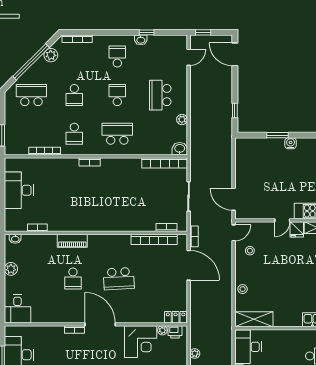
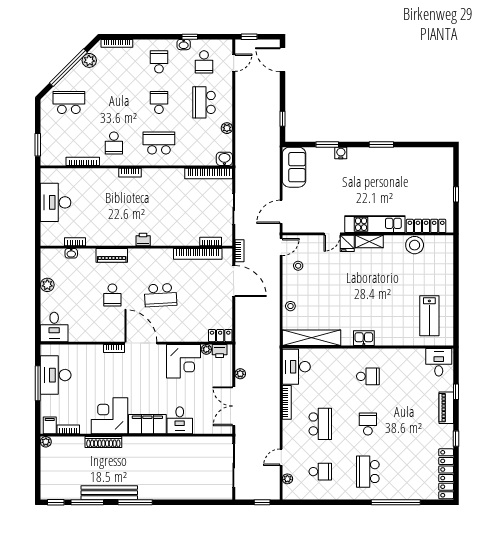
school desk: (74, 95) -> (204, 62), moved
sofa: (246, 157) -> (294, 167), added
door: (234, 199) -> (281, 212), hinge flipped
printer: (102, 226) -> (143, 239), added
washbasin: (15, 239) -> (71, 253), moved
shelving: (254, 319) -> (312, 338), width x1.47

